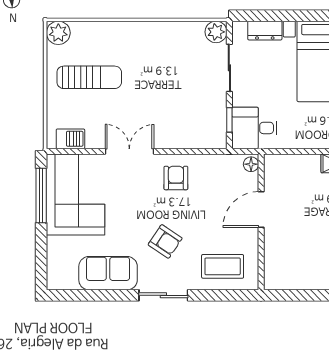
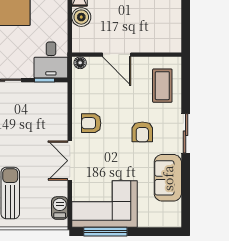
boiler: (308, 166) -> (81, 17), added
armchair: (165, 241) -> (142, 132), turned 146

